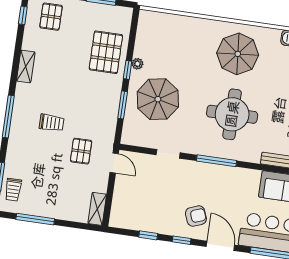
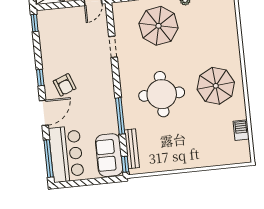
window: (216, 161) -> (120, 116), moved
window: (148, 235) -> (35, 23), moved

